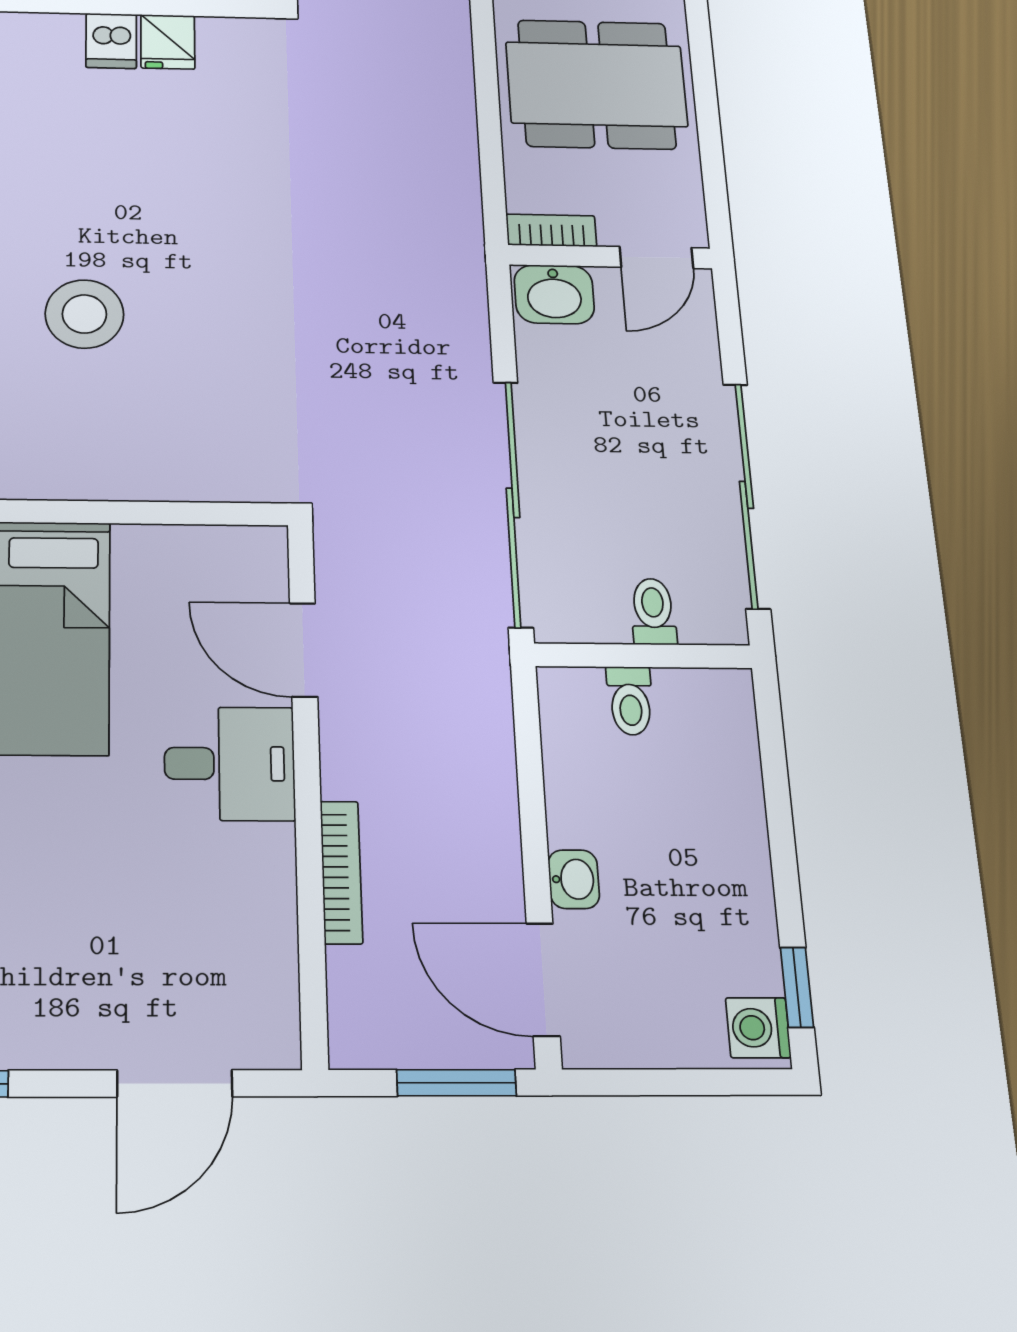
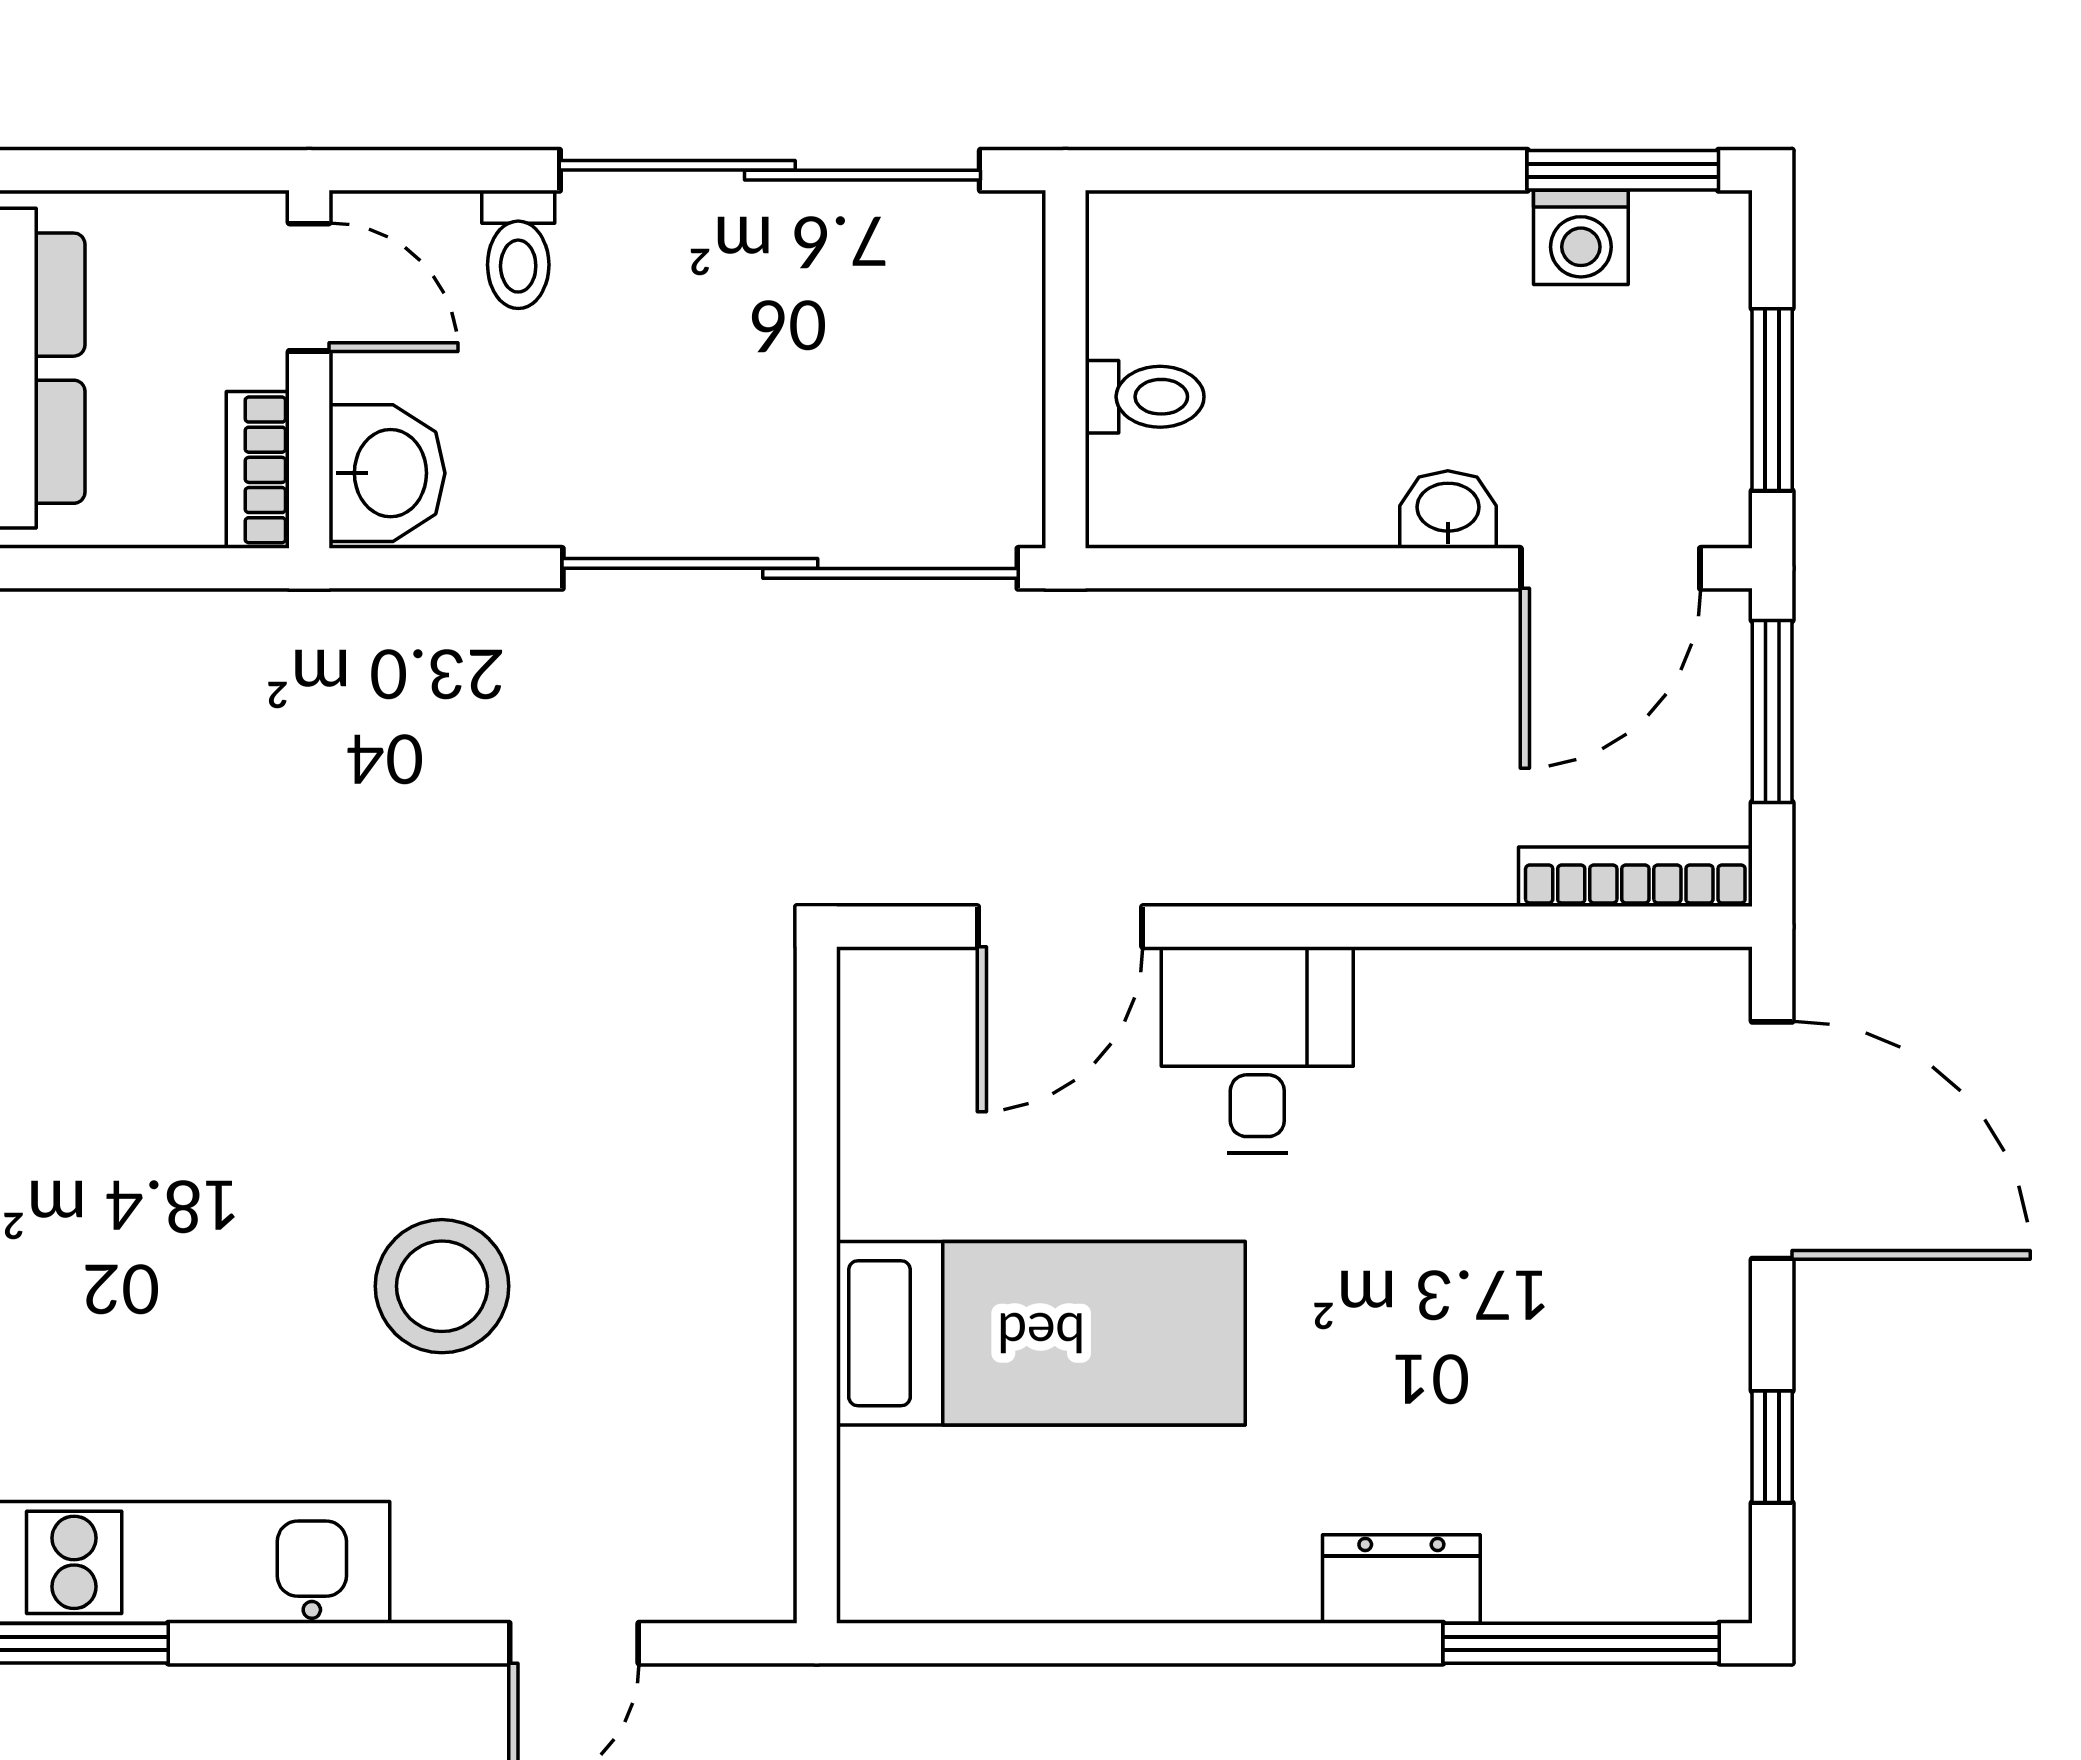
toilet: (653, 612) -> (518, 249), moved, turned -90
bookcase: (341, 872) -> (1635, 877), moved
window: (797, 987) -> (1623, 170), width x1.50
washing machine: (758, 1028) -> (1581, 237), moved
window: (659, 1082) -> (1772, 400), added
door: (175, 1083) -> (1772, 1140), width x1.36

